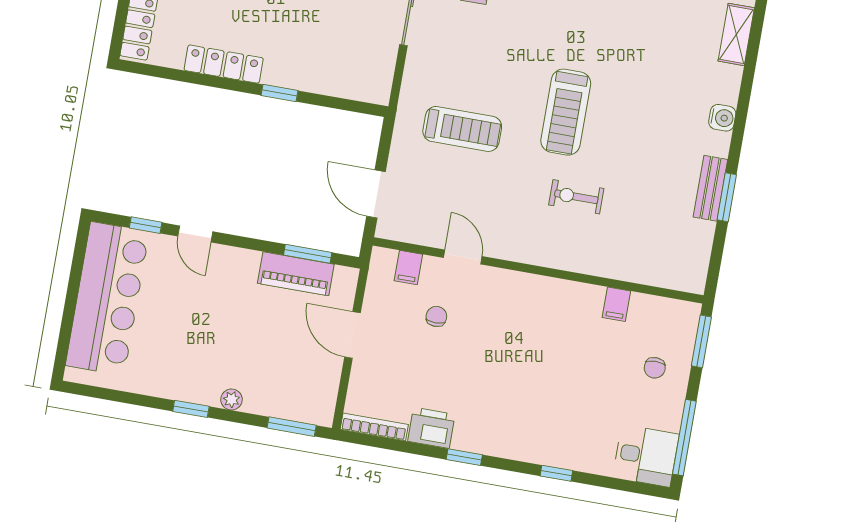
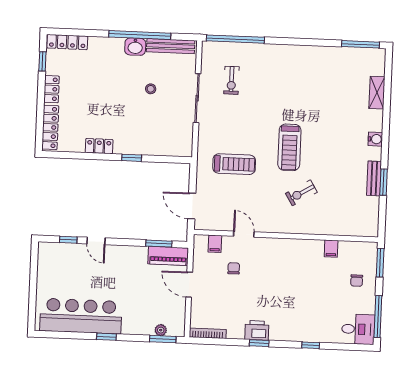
locker: (224, 64) -> (99, 146), width x0.66
exercise bike: (576, 197) -> (301, 193), turned -31
piano: (296, 274) -> (168, 256), moved
bar counter: (107, 299) -> (81, 316), moved, turned -90
plant: (232, 400) -> (161, 330), moved
printer: (431, 428) -> (257, 330), moved

